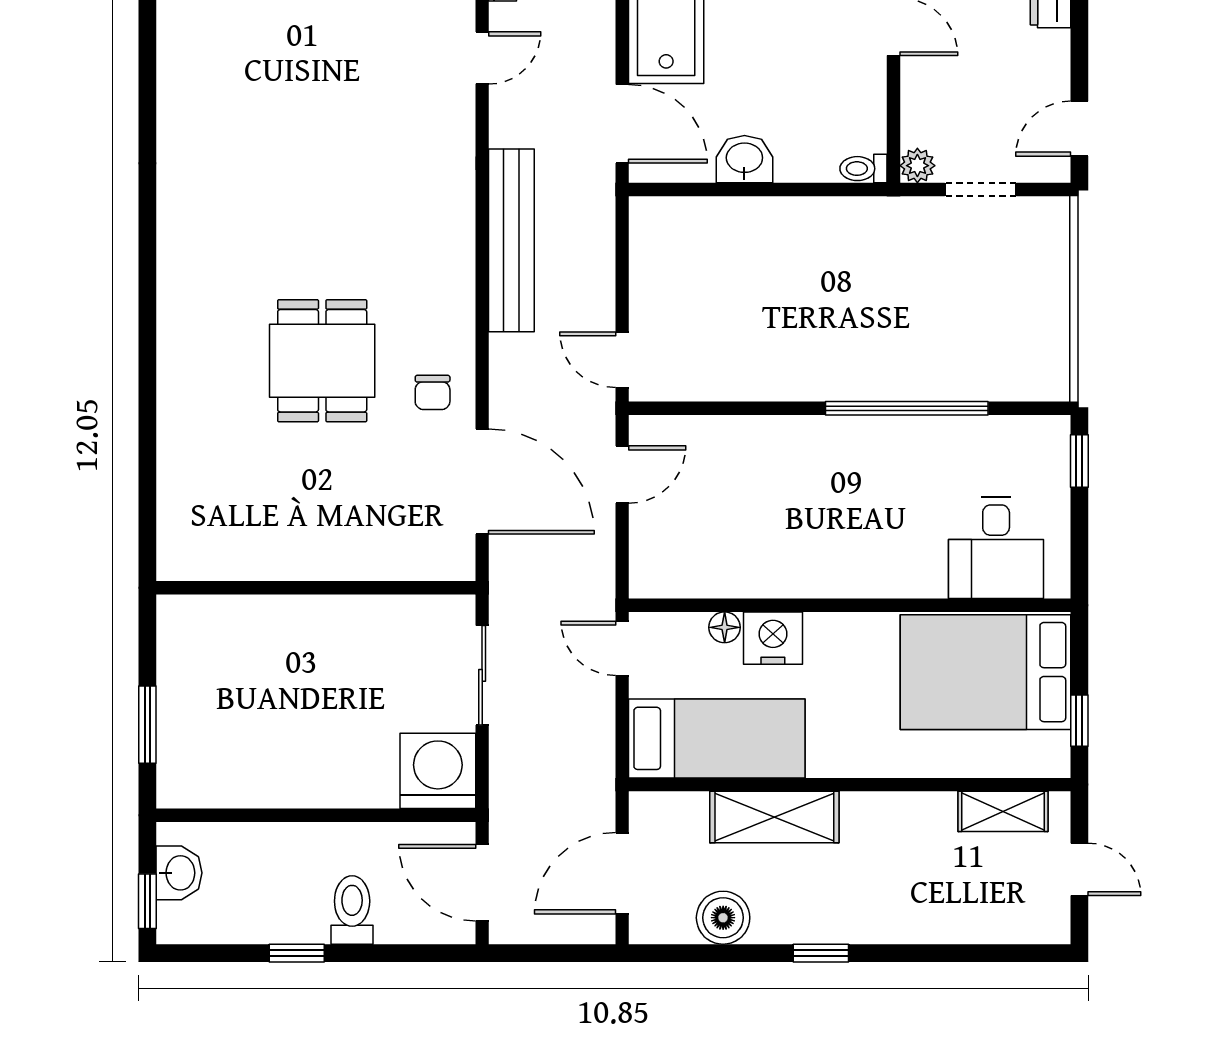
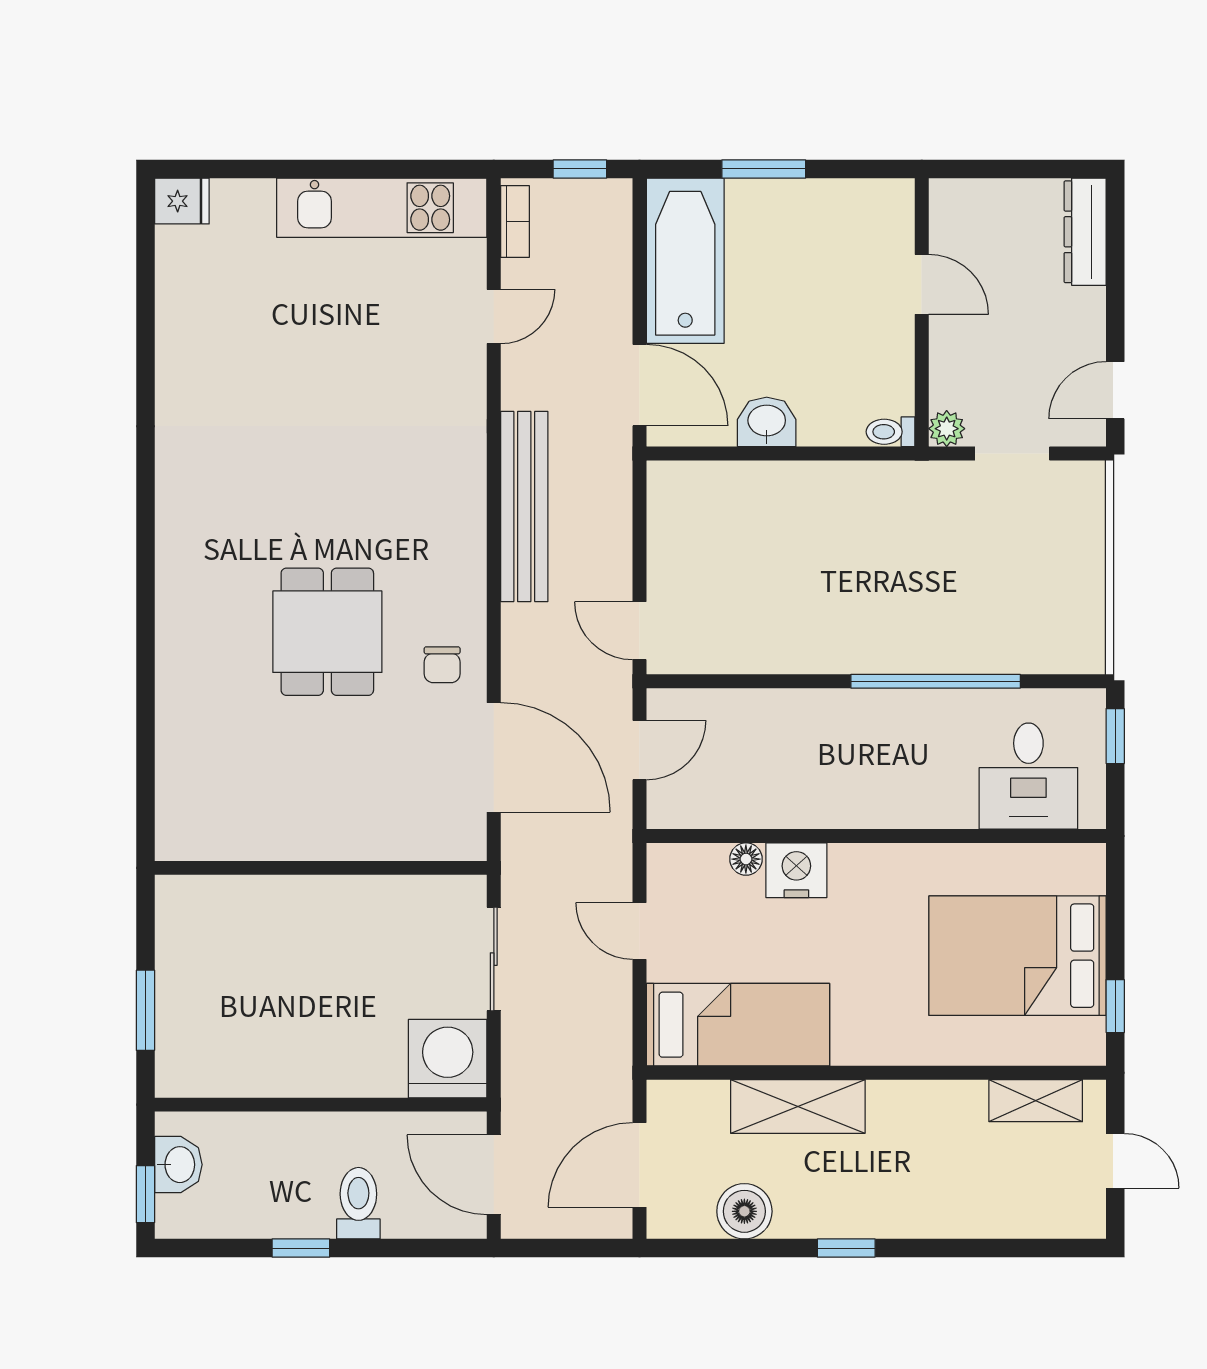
desk: (996, 548) -> (1028, 776), moved
wall: (850, 605) -> (876, 836), moved
floor lamp: (725, 627) -> (746, 859), moved
nightstand: (773, 638) -> (796, 870), moved

